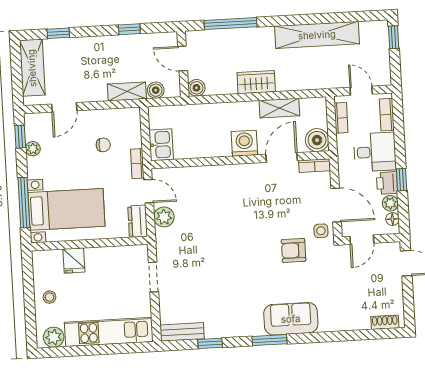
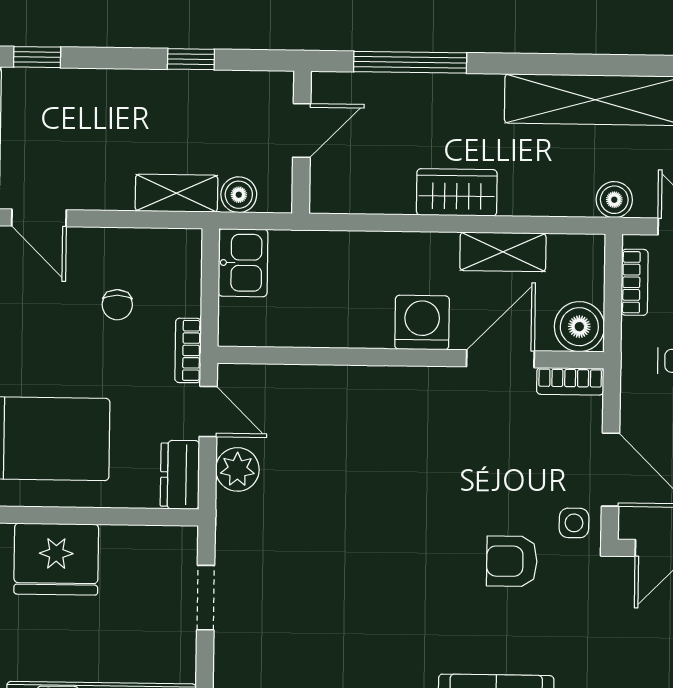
door: (183, 59) -> (302, 131), swing flipped
boiler: (196, 88) -> (614, 200), moved
door: (64, 107) -> (39, 218), hinge flipped
chair: (103, 145) -> (117, 305), turned 90
kitchen sink: (161, 145) -> (243, 263), moved
fridge: (74, 261) -> (56, 559), width x1.88, depth x1.34

